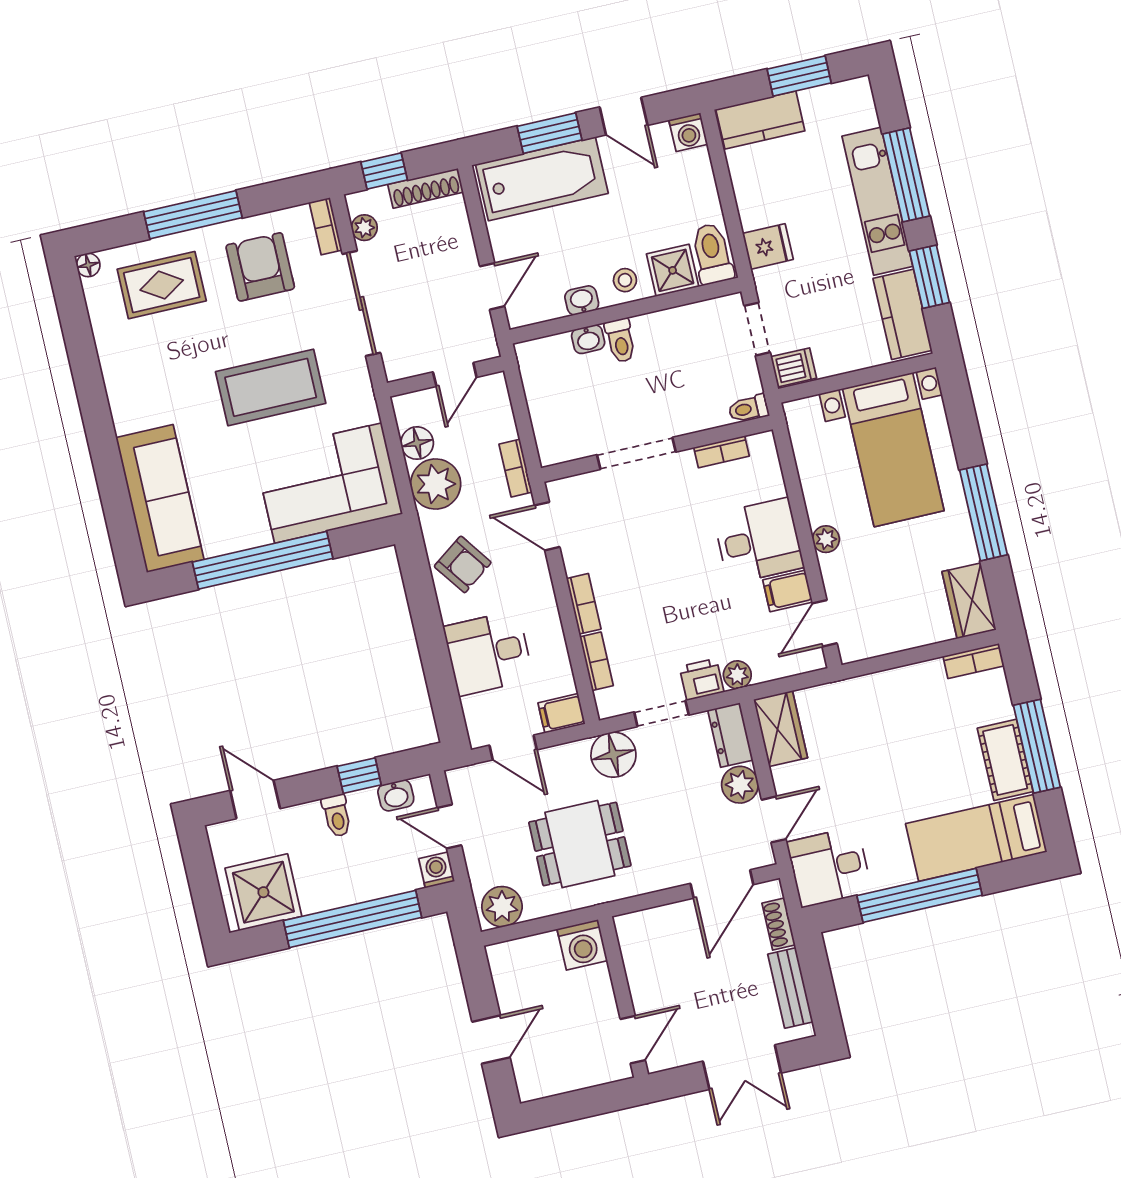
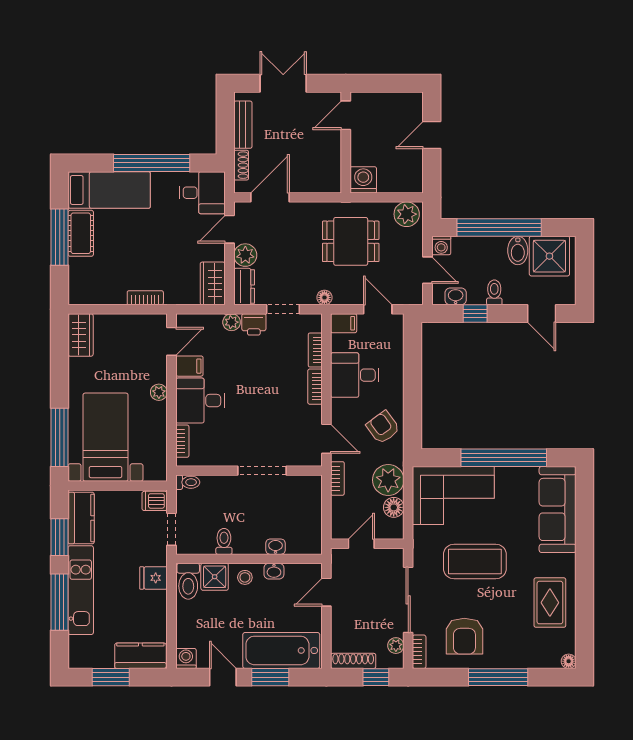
rug: (162, 285) -> (550, 603), moved, turned 90
toilet: (620, 340) -> (224, 541), moved
bookcase: (721, 452) -> (182, 441), moved, turned 90
window: (983, 512) -> (60, 437), moved
desk: (488, 653) -> (355, 375), moved, turned 180
bookcase: (974, 661) -> (145, 298), moved
floor lamp: (613, 755) -> (324, 297), width x0.53, depth x0.53
bidet: (315, 890) -> (518, 250), added

